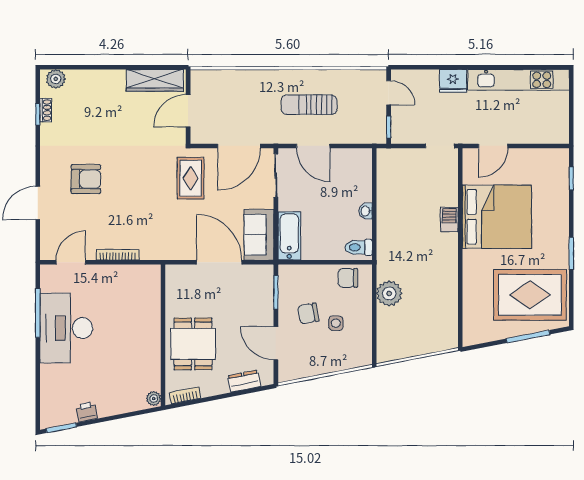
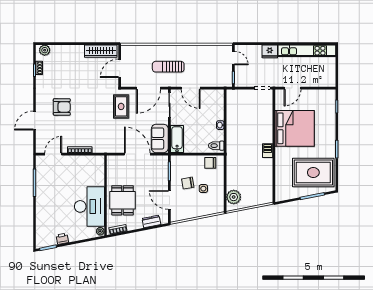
sun lounger: (309, 105) -> (168, 67), moved
barbecue: (449, 219) -> (268, 151), moved
plant: (389, 293) -> (234, 197), moved
desk: (66, 328) -> (89, 206), moved, turned 180

